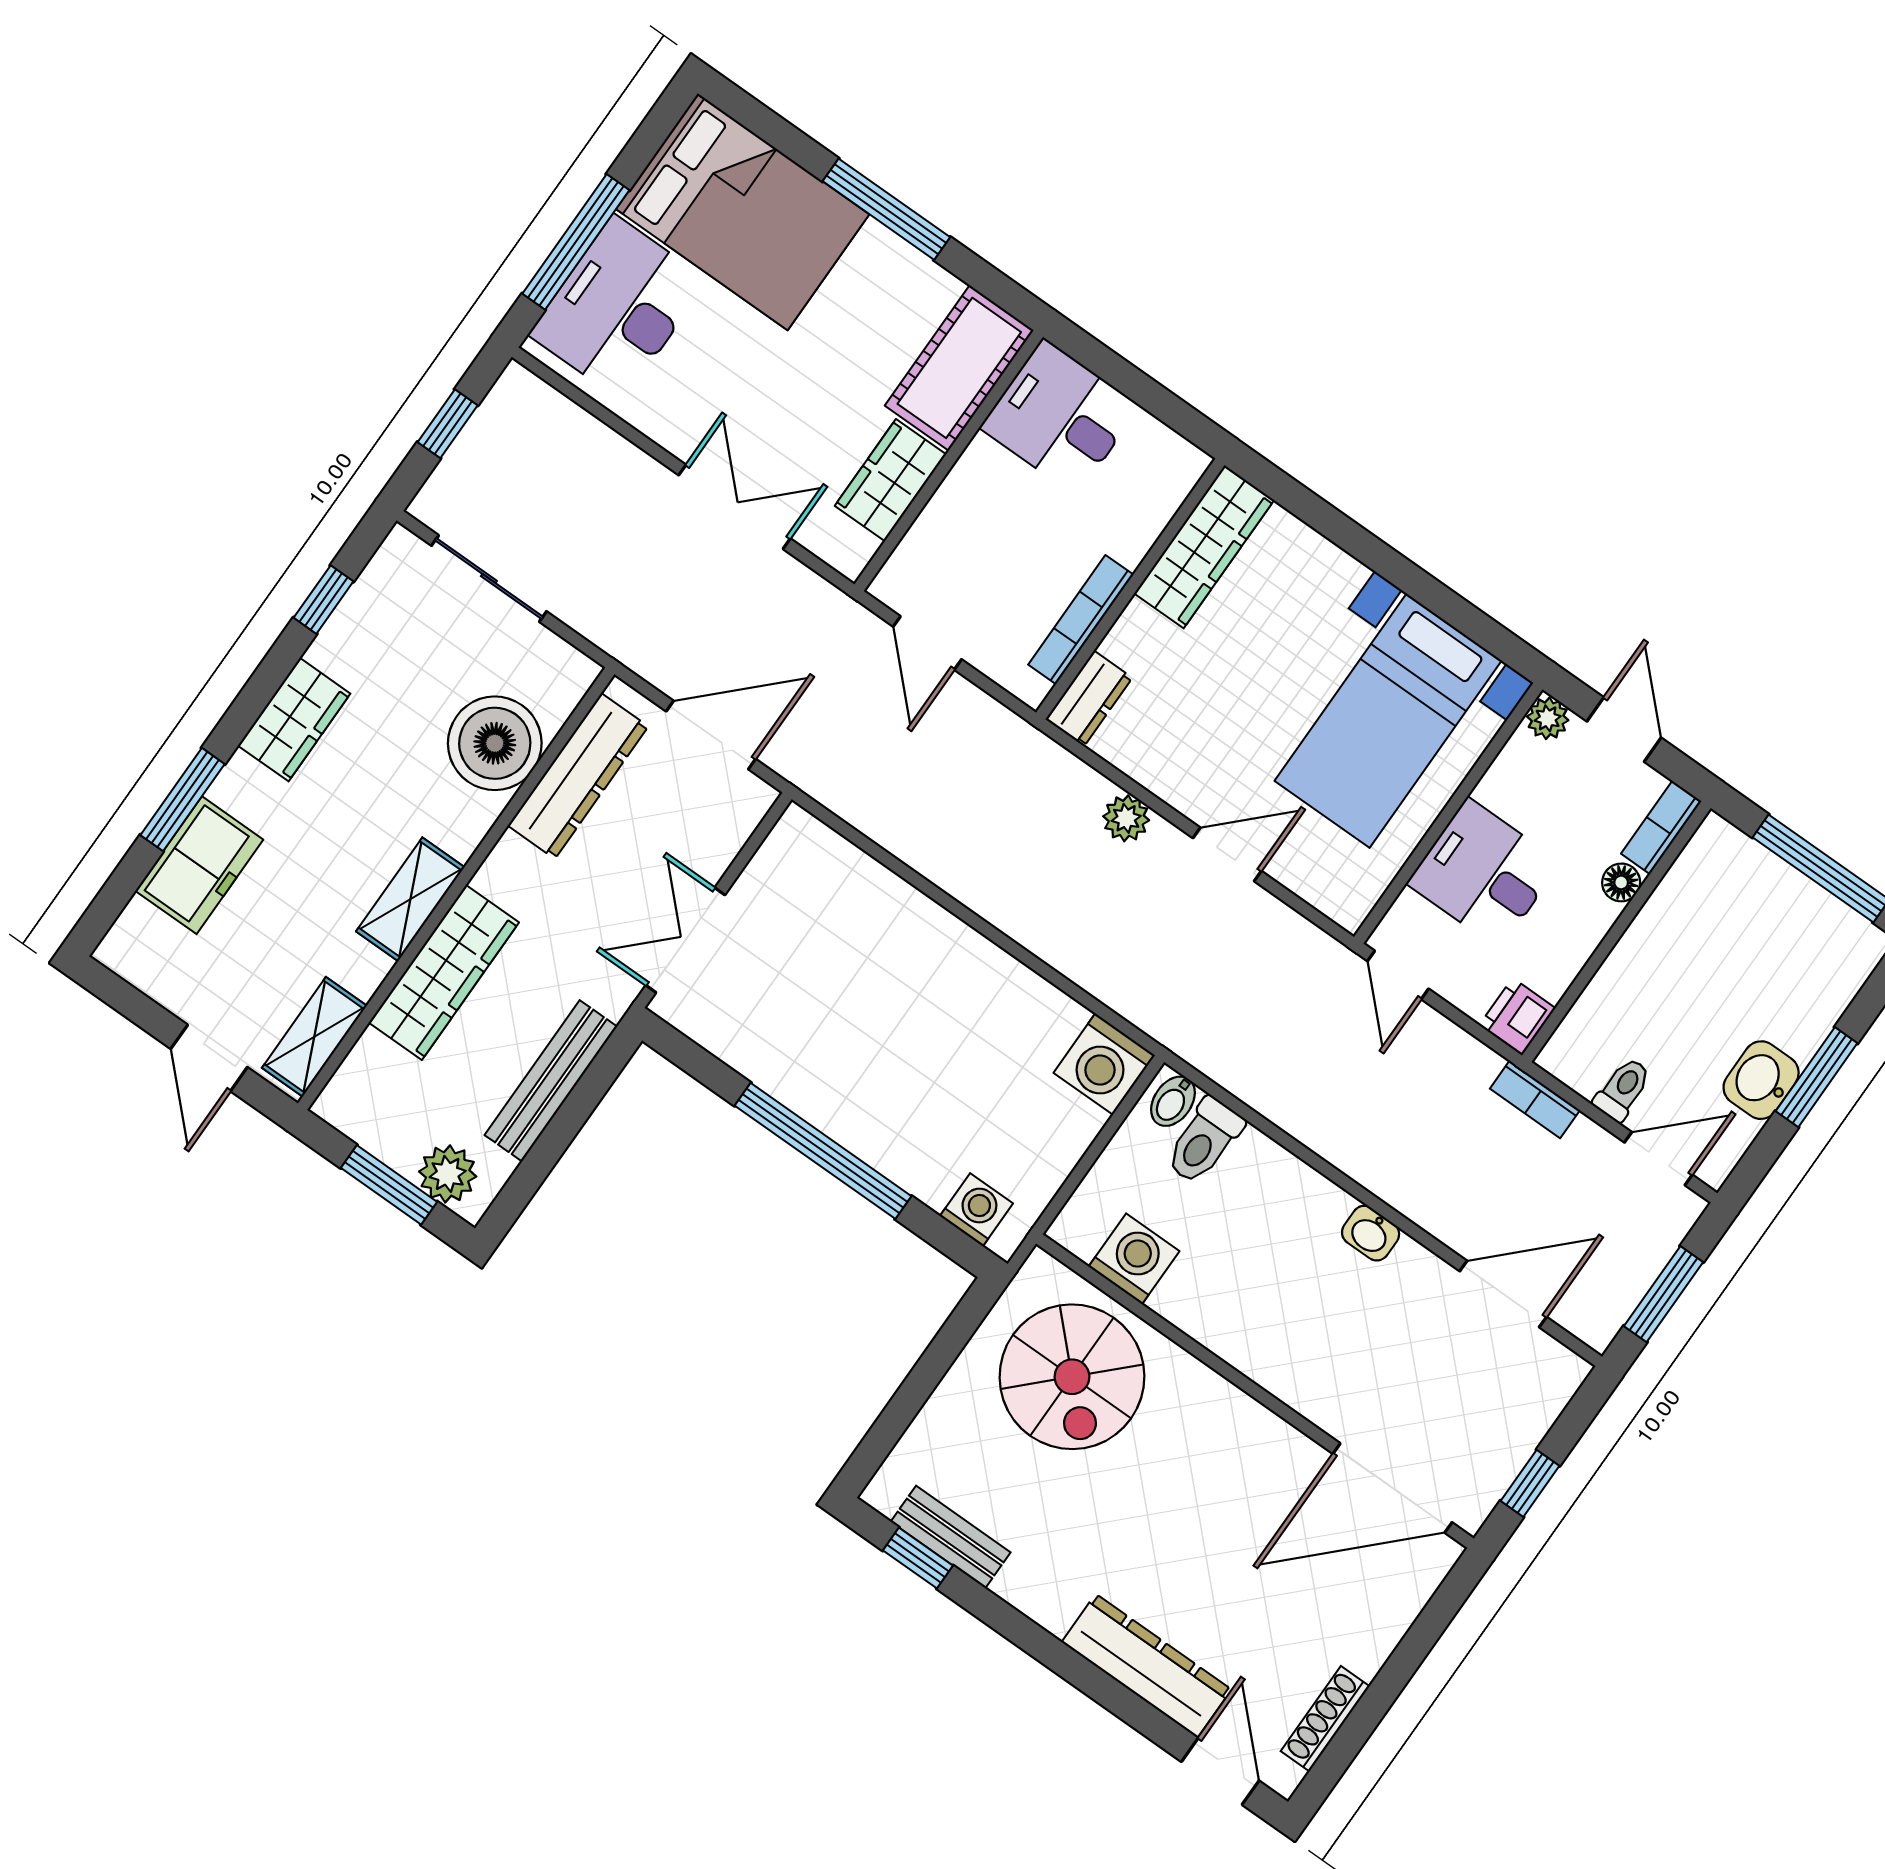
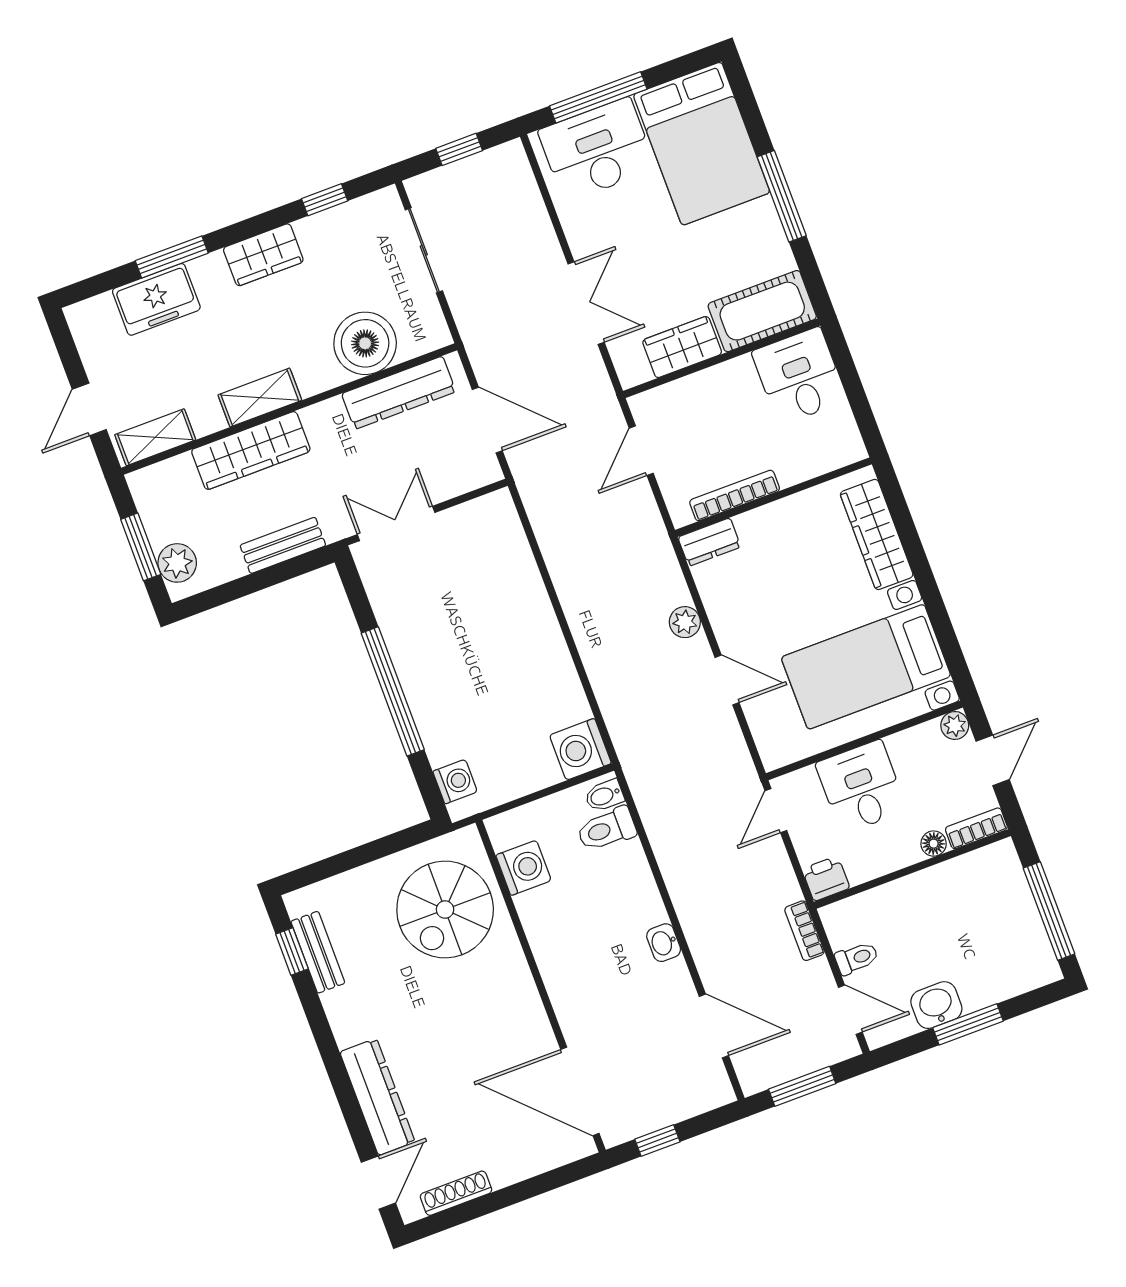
wardrobe: (1204, 547) -> (877, 534), moved, turned 90
bench: (551, 1081) -> (283, 545), width x0.73

